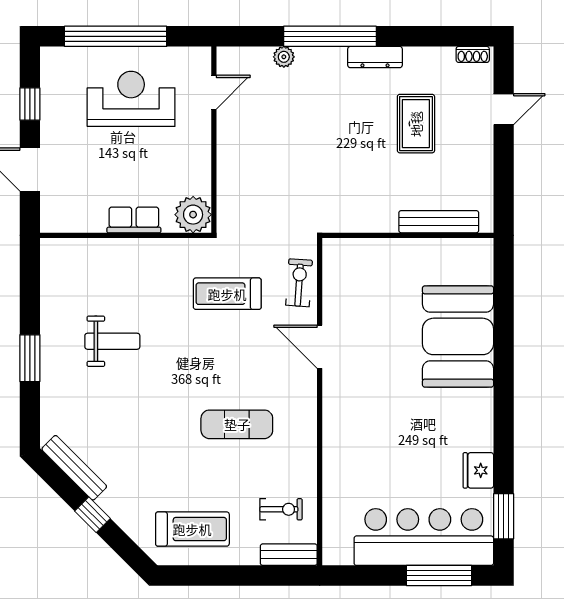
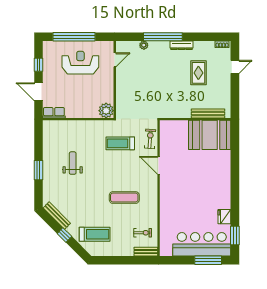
row of seats: (134, 220) -> (54, 113), moved
booth: (458, 336) -> (210, 135), moved, turned 90
weight bench: (112, 341) -> (73, 163), turned -90
treadmill: (192, 529) -> (95, 234), moved

